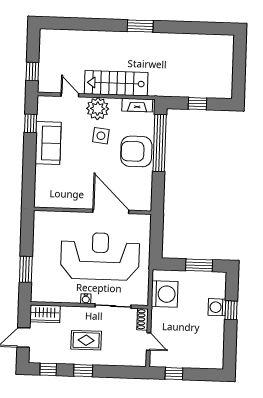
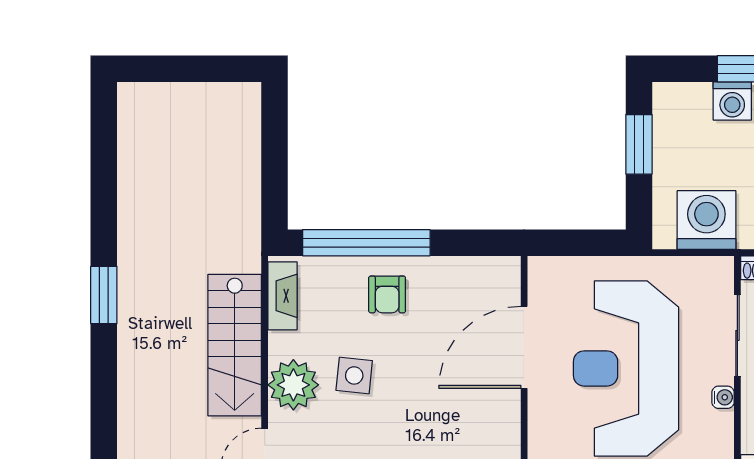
window: (197, 104) -> (275, 160), removed
armchair: (136, 151) -> (387, 294), width x0.53, depth x0.53

